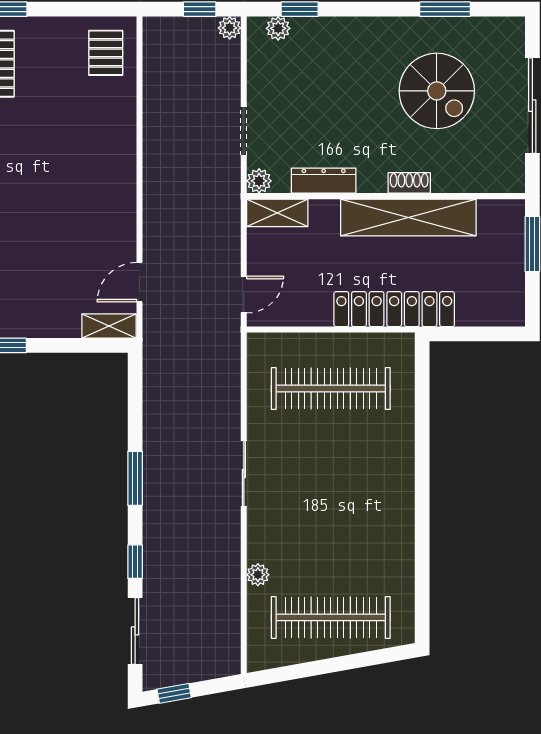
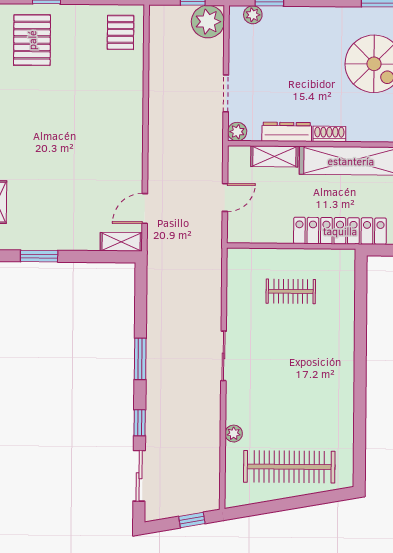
plant: (230, 28) -> (208, 22), width x1.87, depth x1.87
shoe rack: (409, 183) -> (329, 134), moved
shelving: (277, 213) -> (274, 156), moved
door: (244, 295) -> (225, 197), moved
clothes rail: (331, 389) -> (291, 291), width x0.54, depth x0.76
window: (174, 693) -> (192, 520), moved

